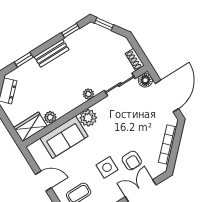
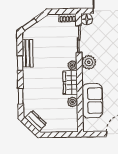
window: (70, 30) -> (20, 63), moved
bench: (52, 53) -> (28, 53), moved
plant: (88, 118) -> (89, 62), moved
wardrobe: (30, 127) -> (70, 83), moved

